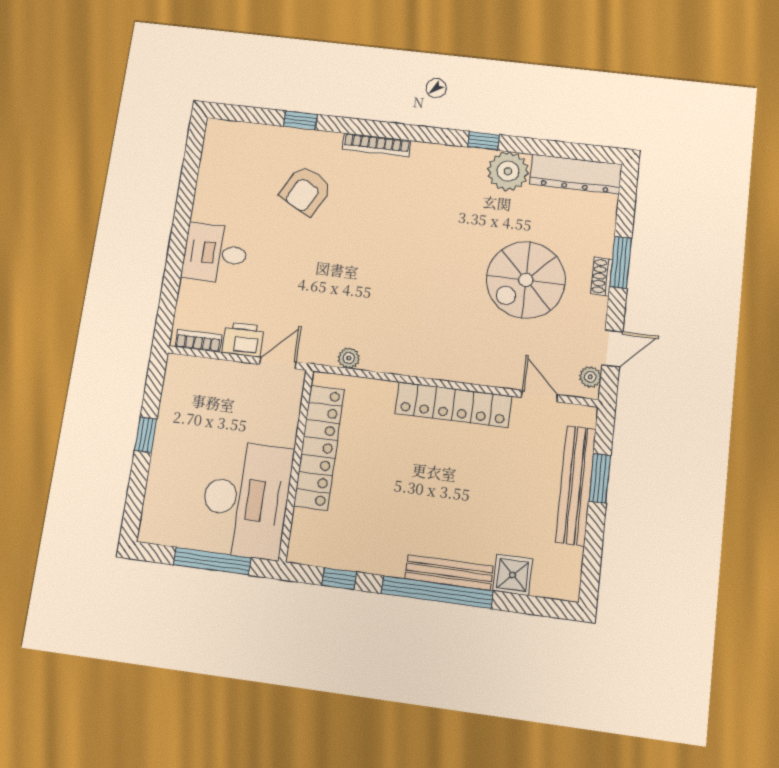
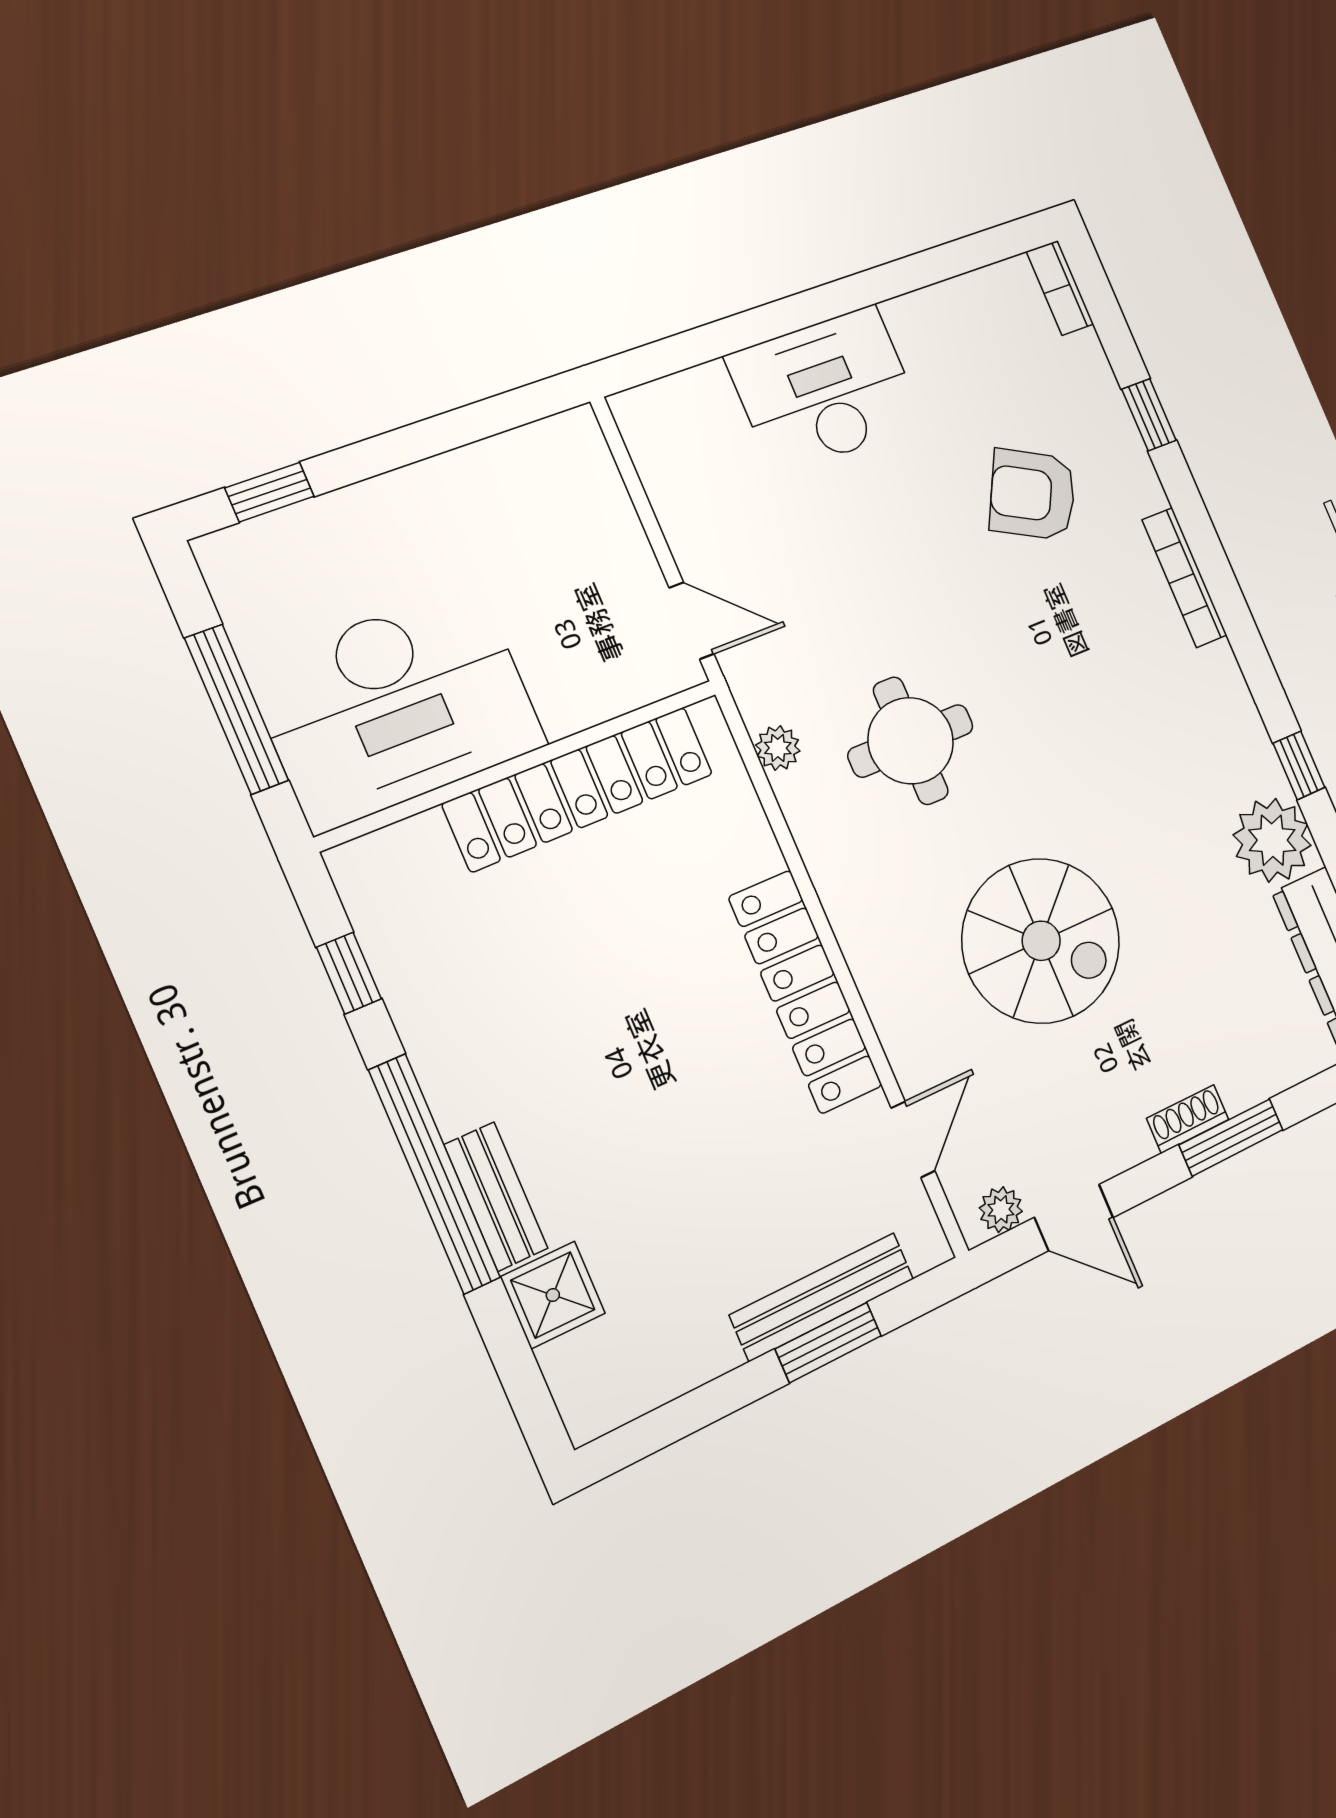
desk: (215, 253) -> (825, 390), width x1.37
spiral stairs: (526, 280) -> (1041, 941), moved, turned 180
round table: (377, 302) -> (911, 741), added
printer: (243, 339) -> (698, 530), removed
bookcase: (198, 341) -> (1060, 288), moved, turned 180
window: (146, 435) -> (270, 492), moved
bench: (576, 485) -> (822, 1297), width x0.73, depth x0.82
bench: (449, 572) -> (496, 1197), width x0.73

